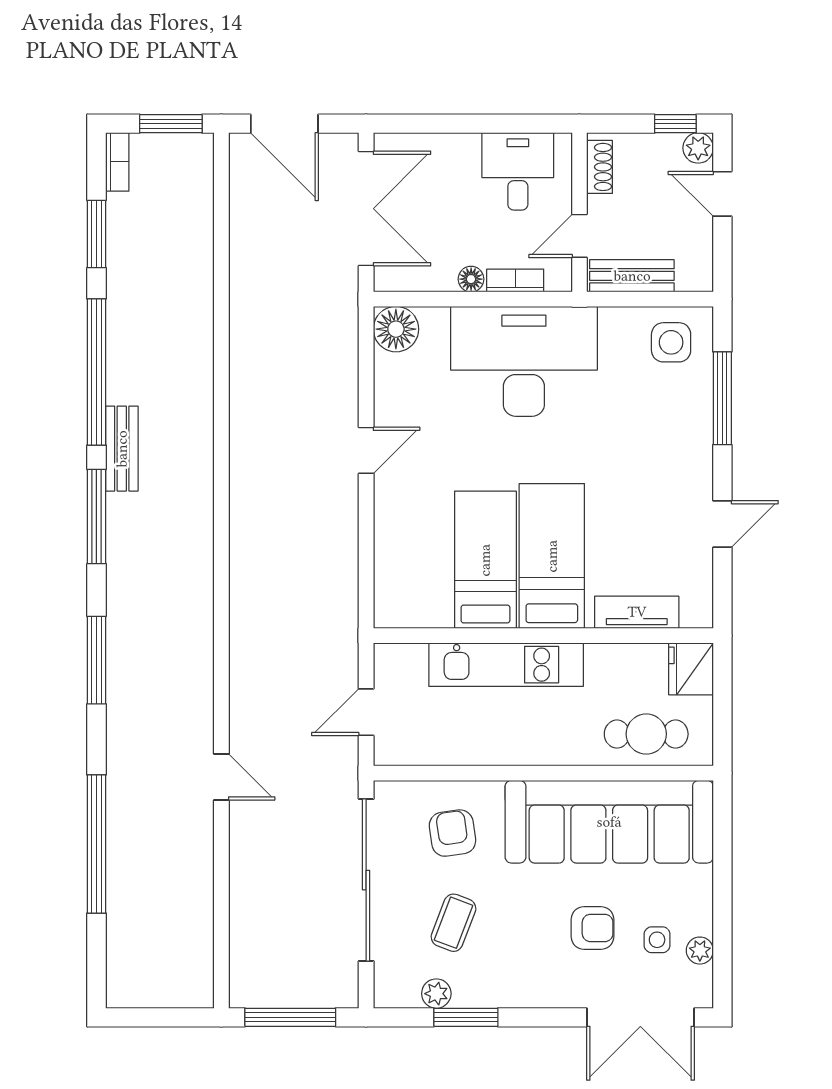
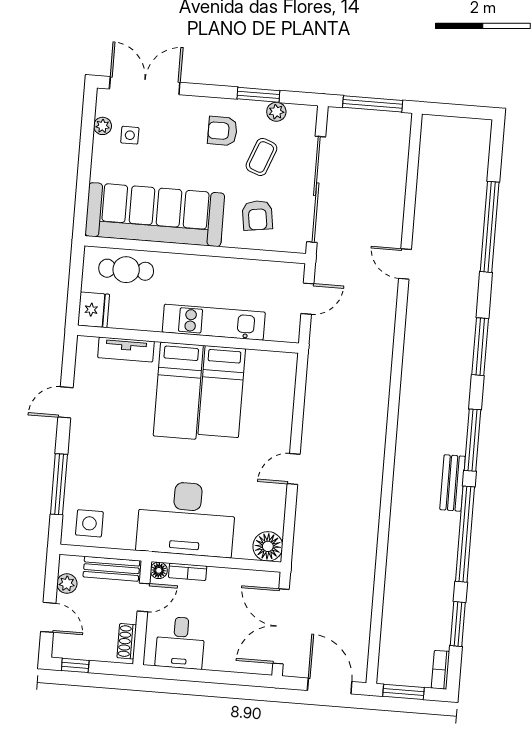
plant: (698, 148) -> (67, 584), moved
floor lamp: (471, 279) -> (159, 570), moved
armchair: (592, 928) -> (222, 131), moved

